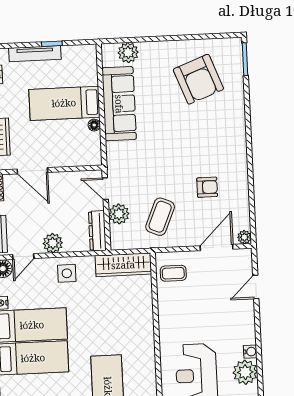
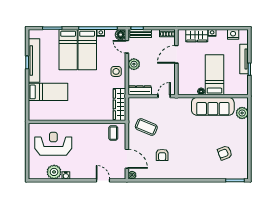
armchair: (198, 79) -> (225, 153), width x0.53, depth x0.53
plant: (119, 214) -> (149, 103), removed

